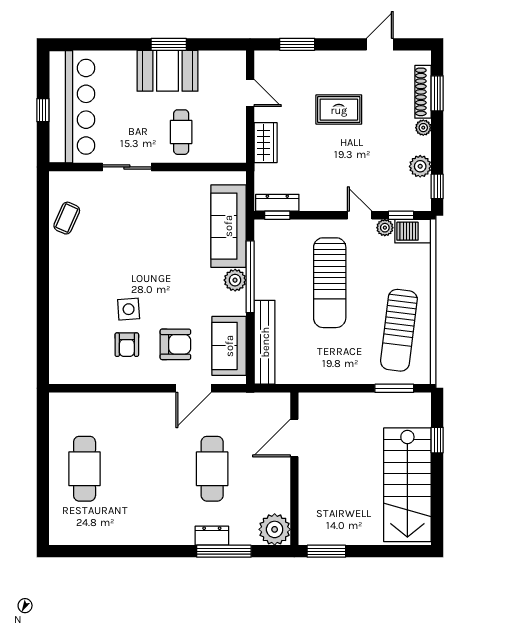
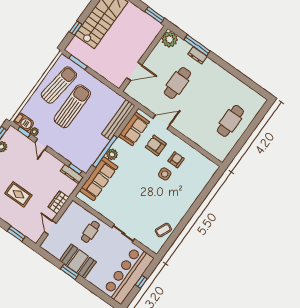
sun lounger: (330, 283) -> (72, 106), moved

